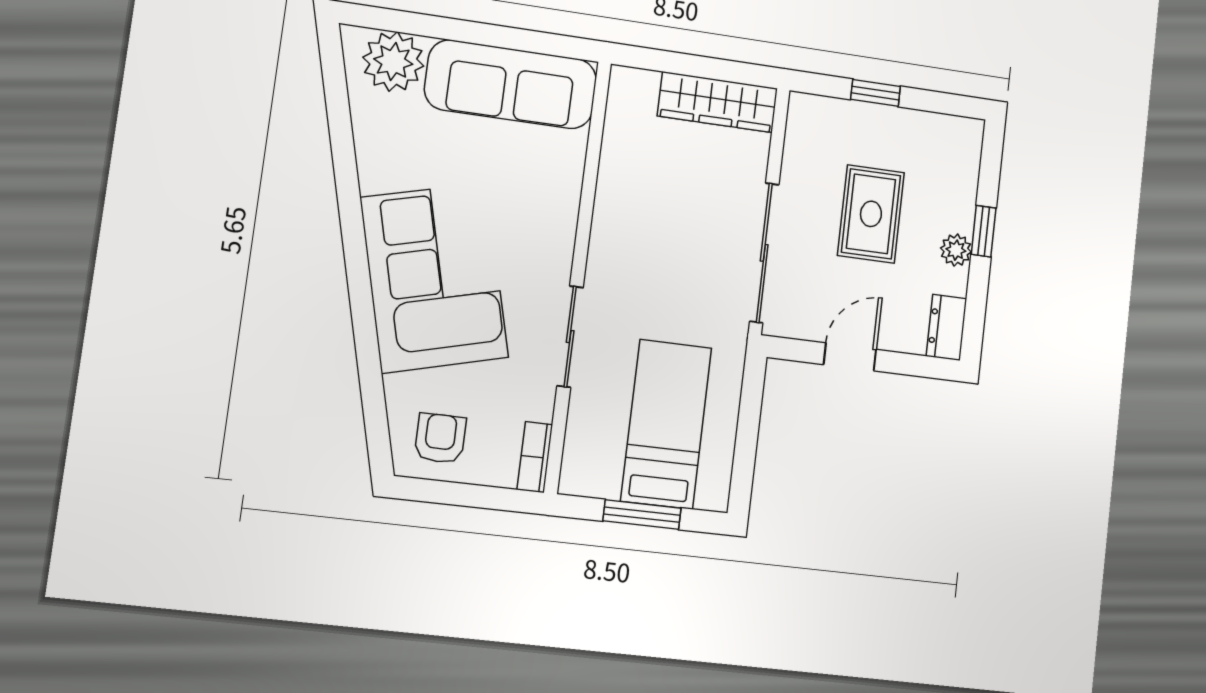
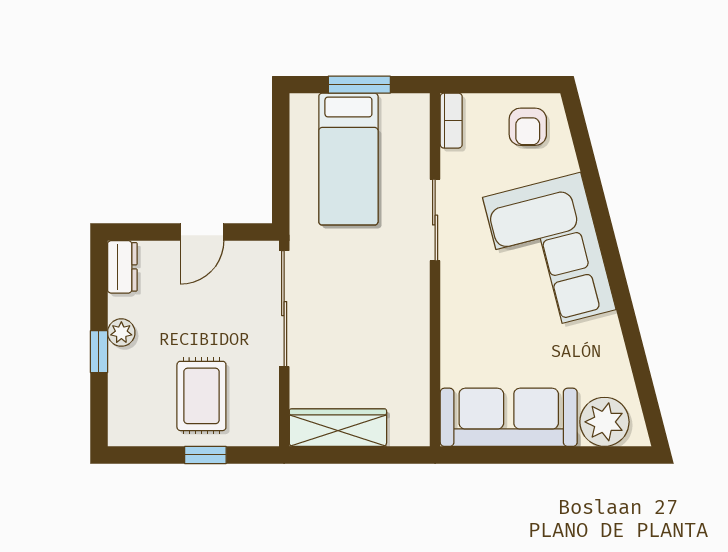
rug: (871, 214) -> (201, 396), moved

